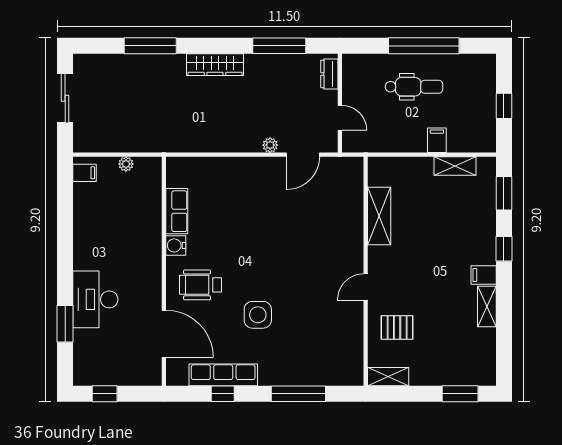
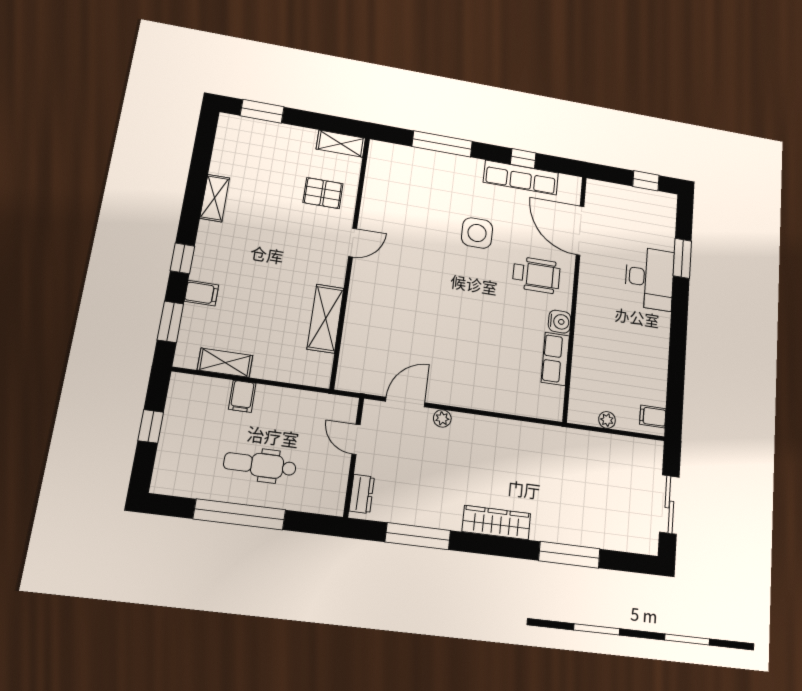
filing cabinet: (484, 275) -> (201, 293), moved

